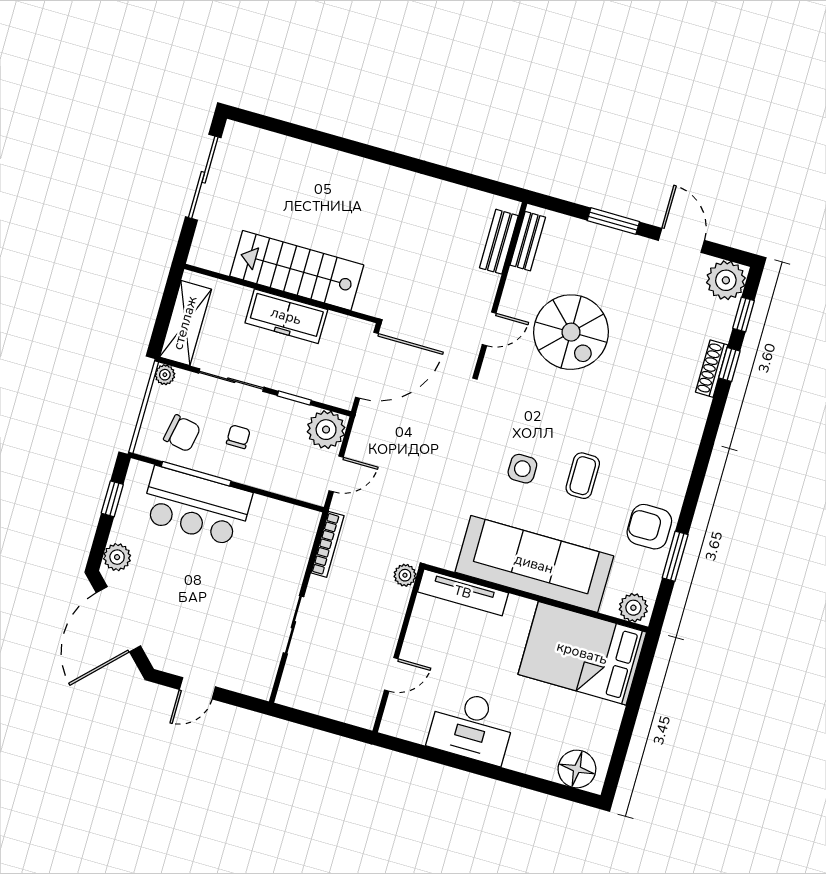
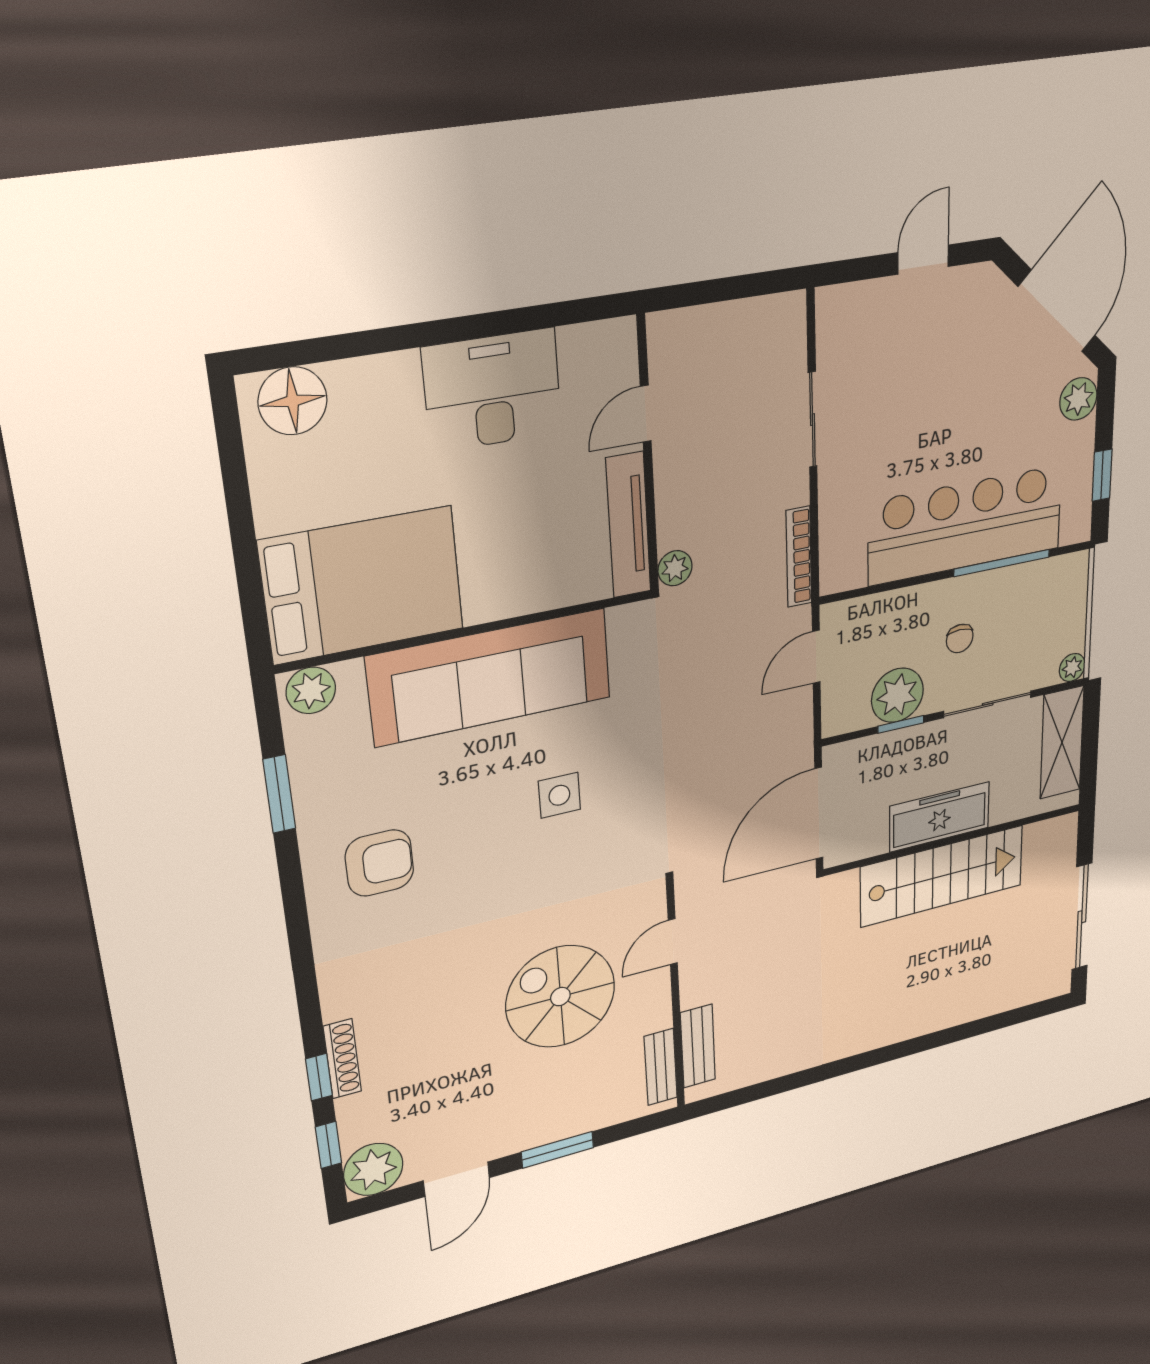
door: (681, 240) -> (457, 1179), hinge flipped
plant: (326, 430) -> (897, 695), moved
chair: (182, 433) -> (1033, 606), removed
coffee table: (583, 476) -> (468, 831), removed
bar counter: (196, 506) -> (965, 525), width x1.36
armchair: (649, 527) -> (379, 863), moved
tv unit: (463, 592) -> (628, 525), moved, turned -90

